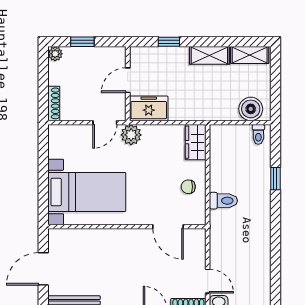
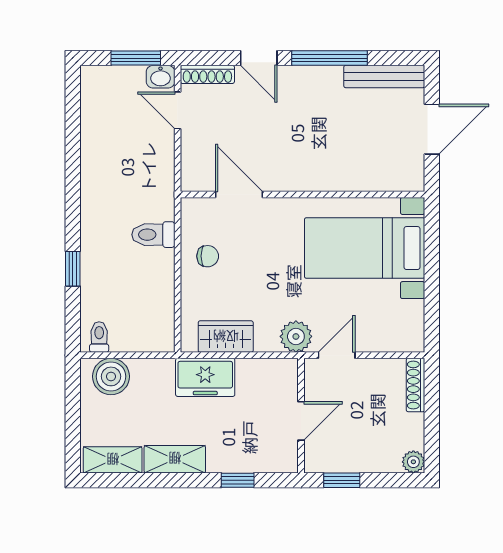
window: (82, 42) -> (342, 480), moved
freezer: (149, 108) -> (205, 377), moved
wardrobe: (196, 142) -> (226, 337), moved, turned -90

